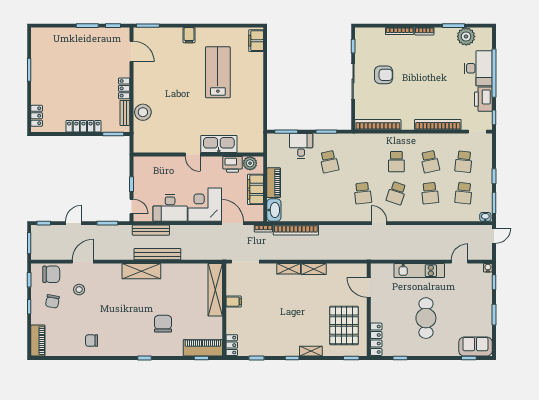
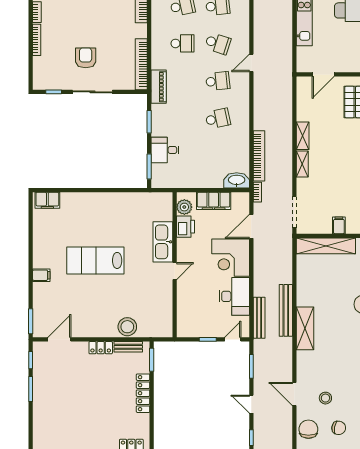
lab bench: (218, 72) -> (95, 260), moved
school desk: (329, 162) -> (218, 119), moved
piano: (274, 183) -> (159, 87), moved, turned 90

